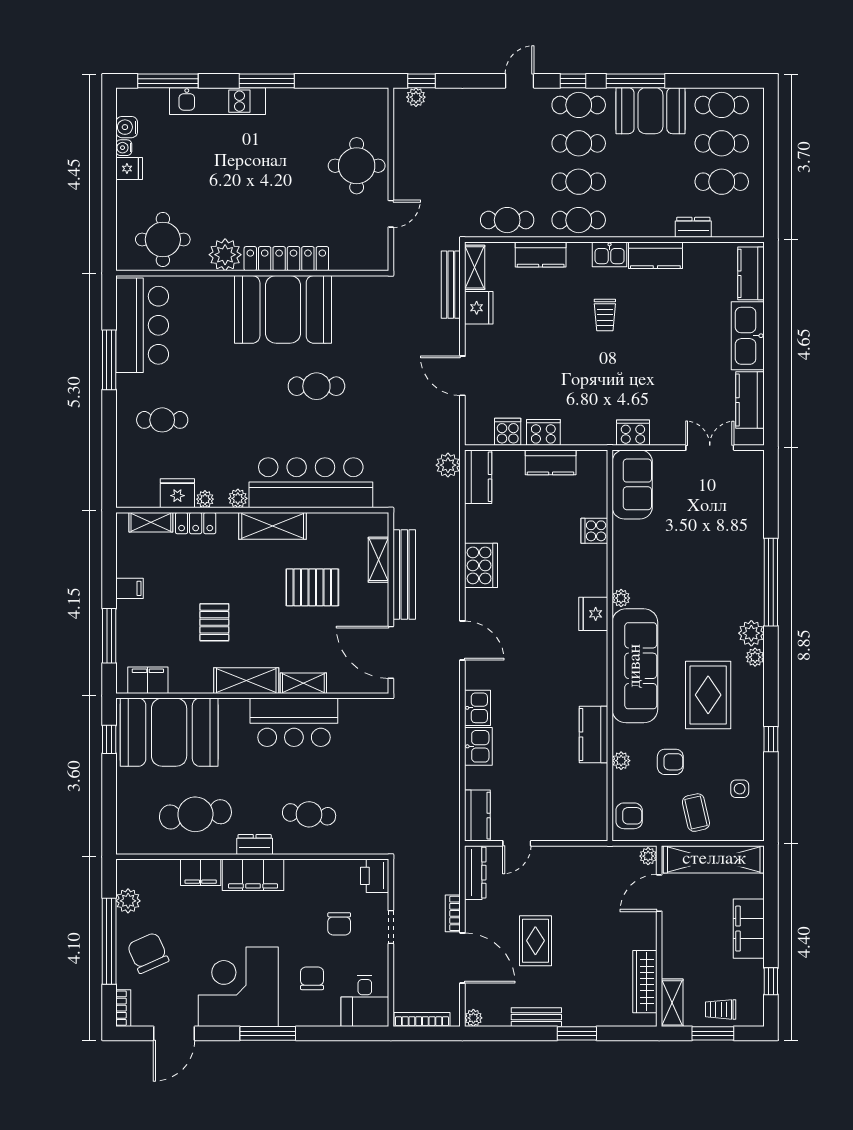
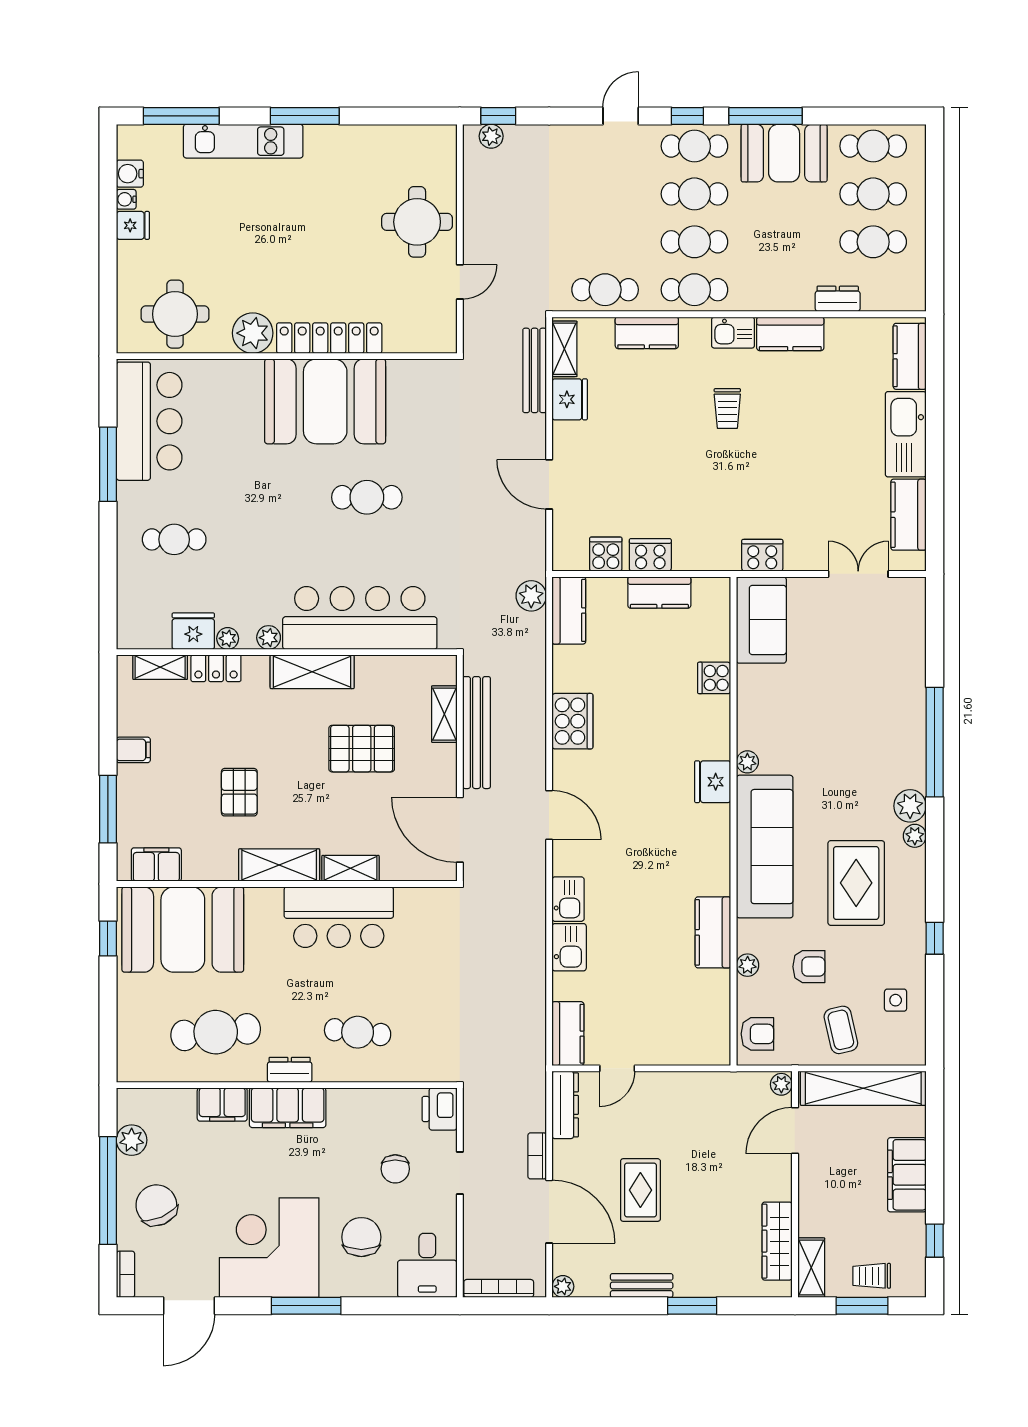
chair: (312, 978) -> (361, 1237), width x1.37, depth x1.37

